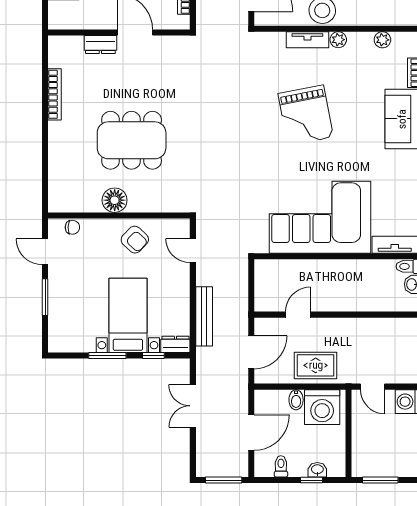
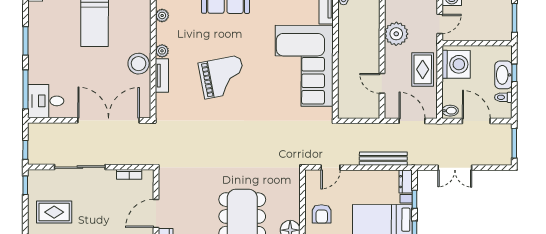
armchair: (135, 240) -> (322, 214), turned 137
plant: (360, 332) -> (396, 34), added
bidet: (296, 400) -> (450, 111), moved
washbasin: (317, 470) -> (503, 75), width x1.91, depth x1.45

